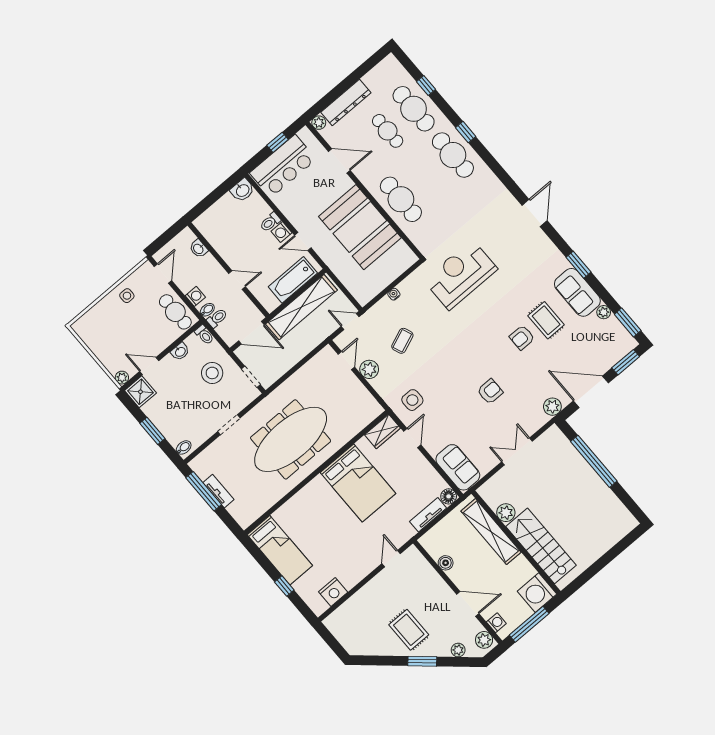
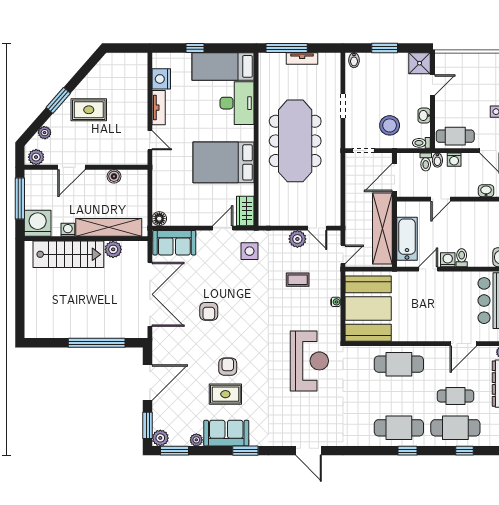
booth: (360, 227) -> (368, 309), moved, turned 90
coffee table: (402, 341) -> (298, 280), turned -68
plant: (122, 378) -> (441, 59), removed
plant: (552, 407) -> (160, 438), moved
door: (412, 438) -> (223, 228), swing flipped
double door: (517, 451) -> (150, 294), width x1.87
window: (204, 491) -> (287, 48), moved
desk: (300, 513) -> (237, 103), added
tv unit: (428, 515) -> (159, 108), moved
washing machine: (496, 623) -> (68, 230), moved, turned 180

